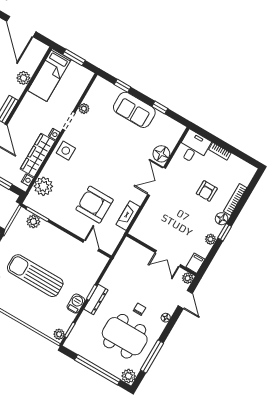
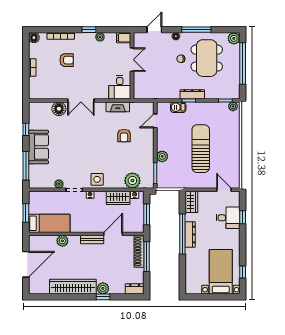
window: (123, 86) -> (26, 166), width x2.17
desk: (193, 147) -> (120, 87), moved, turned -90
wardrobe: (38, 155) -> (118, 198), width x0.67
armchair: (95, 205) -> (124, 136), width x0.53, depth x0.53
floor lamp: (222, 219) -> (34, 38), moved
plant: (33, 221) -> (162, 156), moved
sun lounger: (35, 276) -> (201, 149), turned 180
plant: (188, 278) -> (138, 37), removed
barbecue: (76, 304) -> (178, 107), moved
window: (152, 356) -> (196, 30), moved

